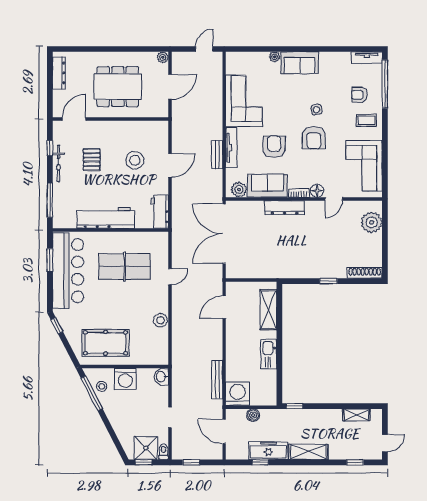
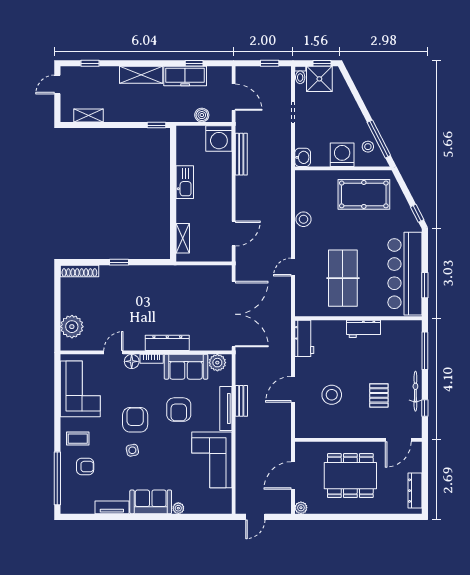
tv unit: (367, 58) -> (112, 507), moved
workbench: (106, 218) -> (364, 329), width x0.53, depth x0.76
table tennis table: (124, 267) -> (343, 278), turned 90
shelving: (268, 310) -> (183, 238), width x0.67, depth x0.75

